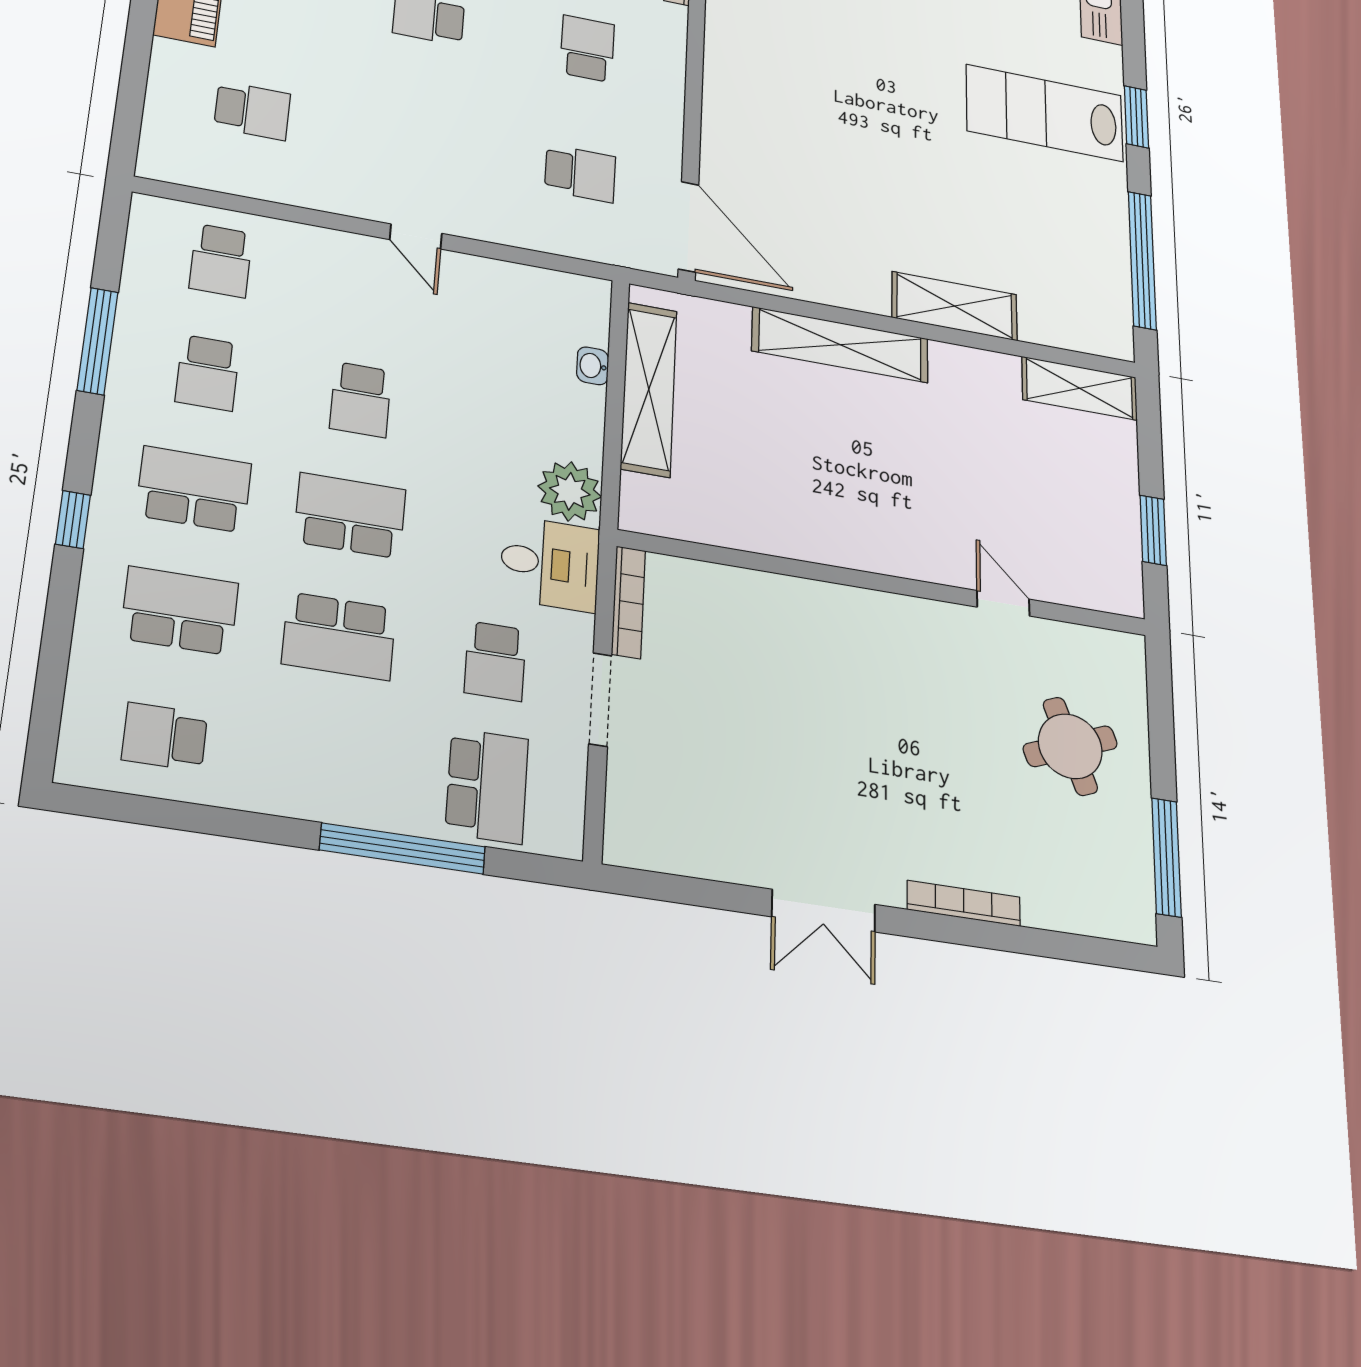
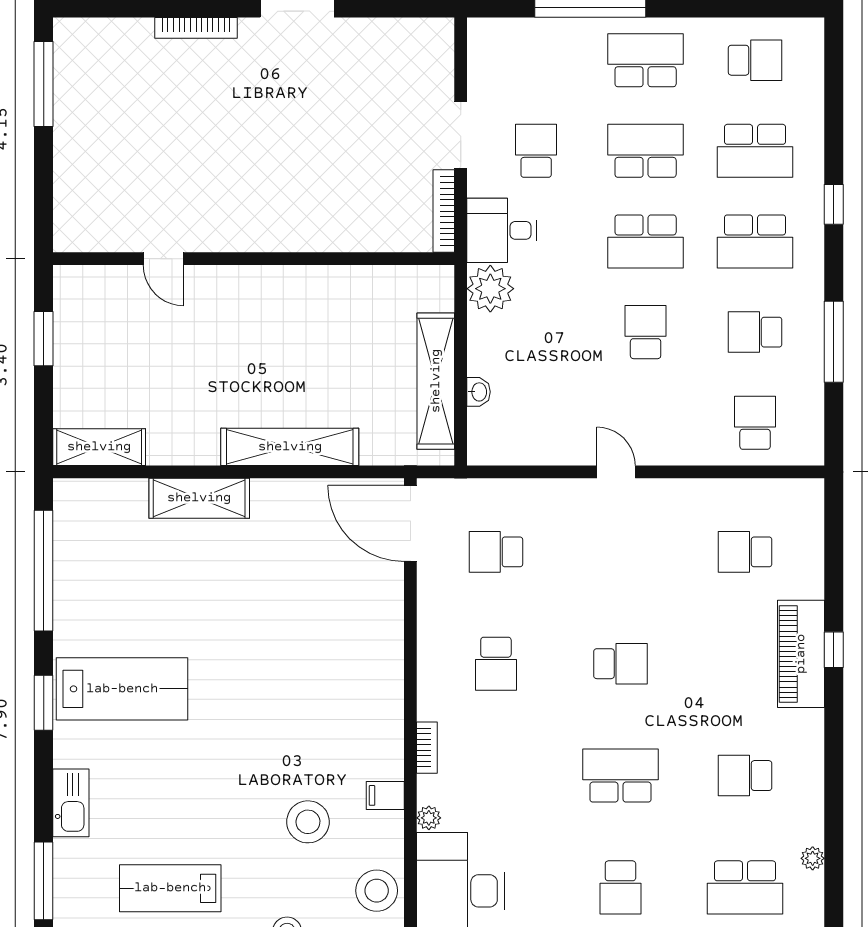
school desk: (208, 373) -> (755, 332), turned -90
round table: (1070, 746) -> (114, 156), removed
school desk: (487, 786) -> (646, 60), moved, turned 90

